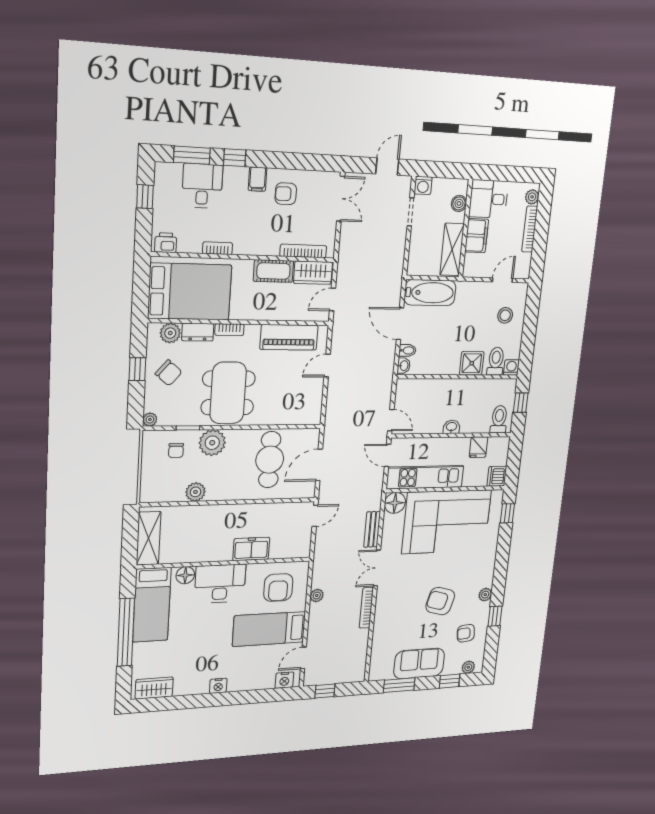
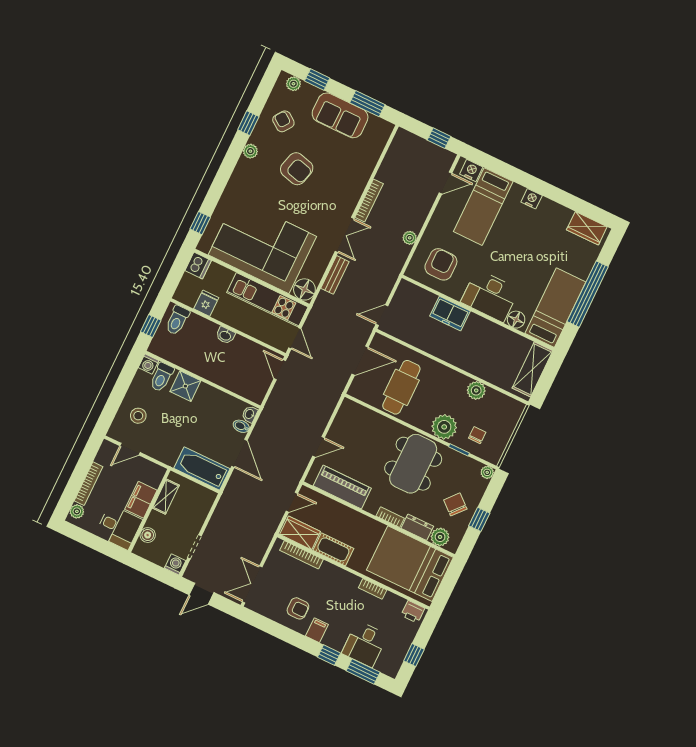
shelving: (452, 249) -> (166, 497), width x0.67, depth x0.75
bed: (269, 629) -> (483, 207), moved, turned 90
armchair: (466, 633) -> (283, 121), turned -138

